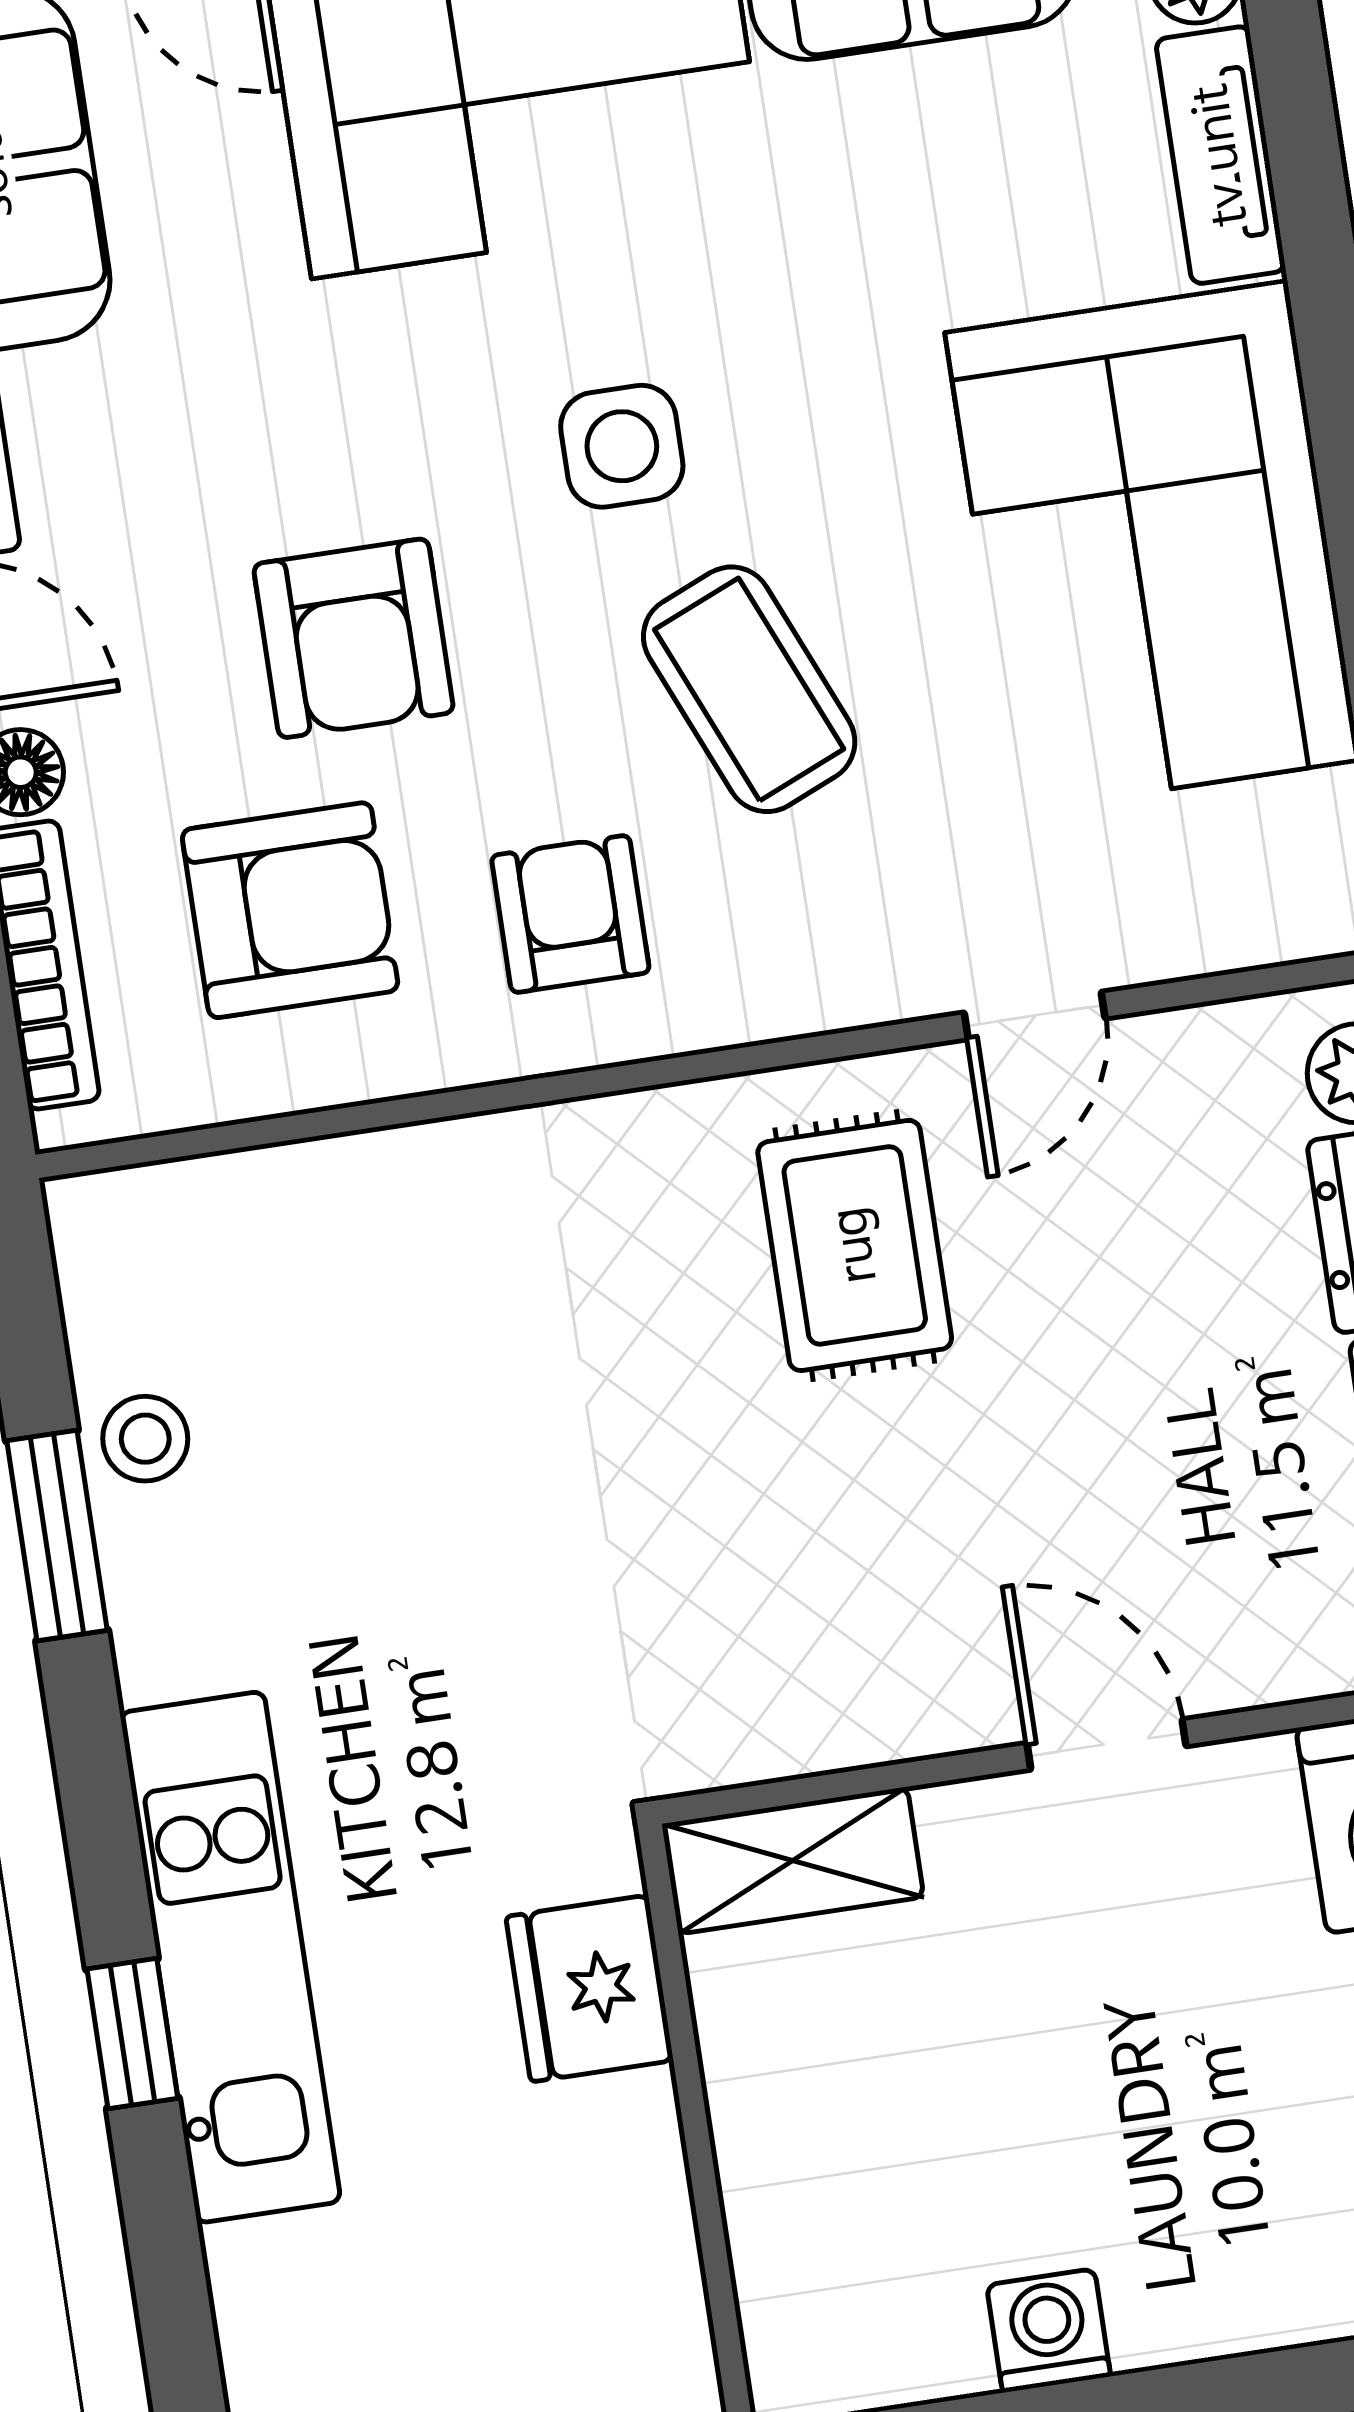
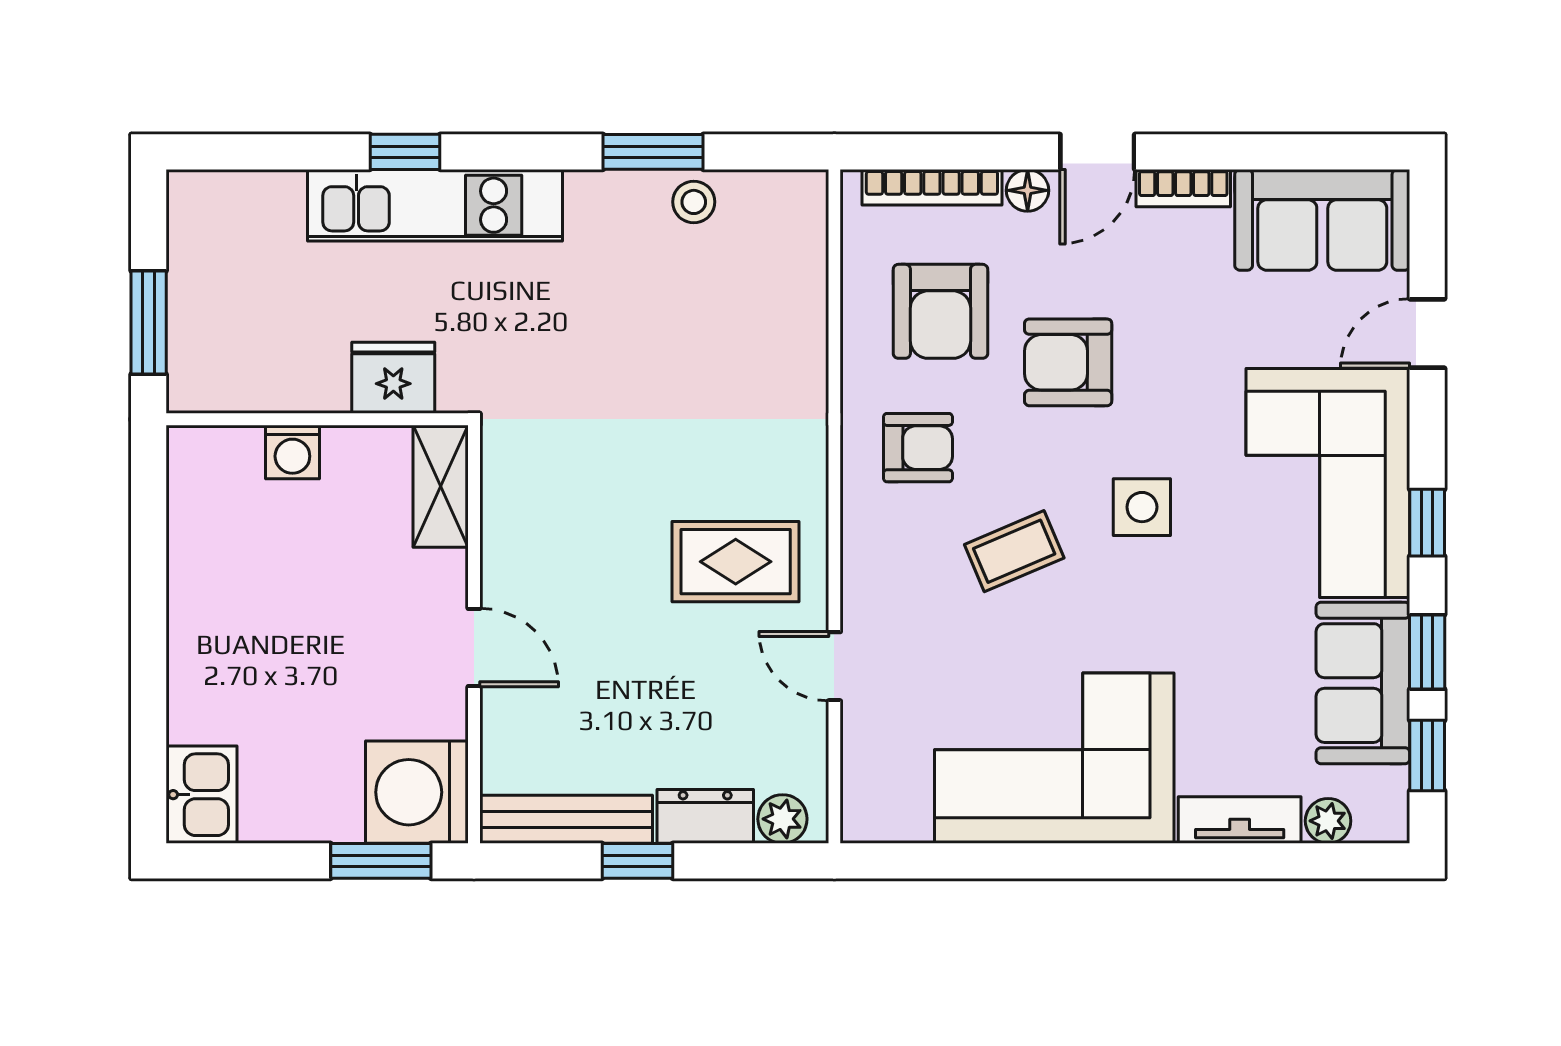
coffee table: (749, 689) -> (1014, 551), width x0.73, depth x0.77
door: (1106, 1745) -> (474, 648), hinge flipped
washing machine: (1049, 2331) -> (292, 452), moved, turned 90

